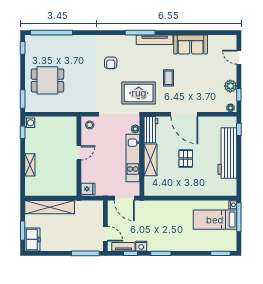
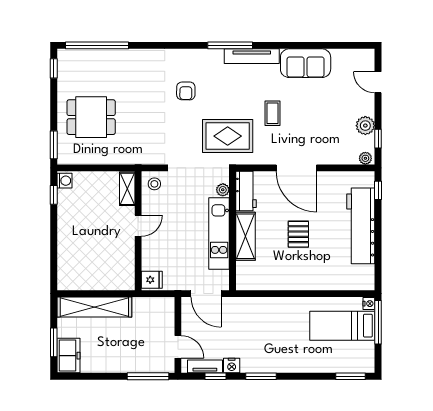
shelving: (30, 165) -> (127, 189), moved

